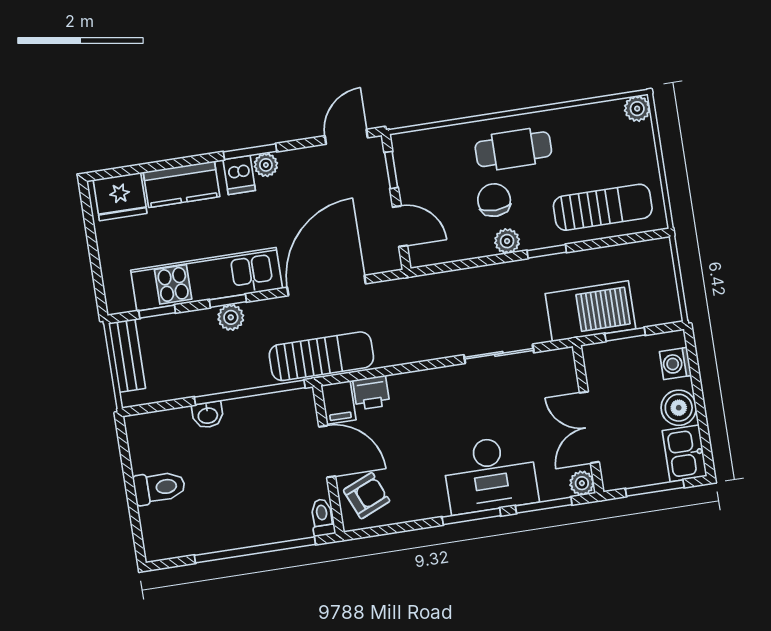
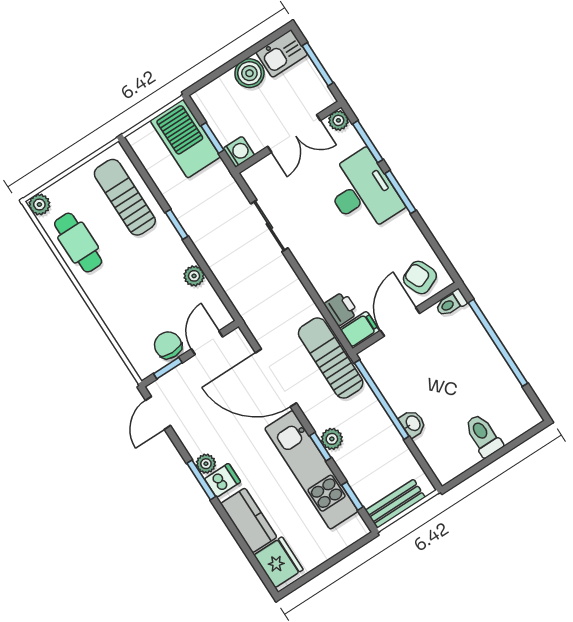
door: (346, 137) -> (158, 413), hinge flipped
cafe table: (513, 149) -> (78, 243), moved
chair: (494, 200) -> (168, 345), moved, turned 91
plant: (507, 241) -> (194, 276), moved
barbecue: (590, 311) -> (185, 139), moved
washing machine: (675, 364) -> (239, 152), moved, turned -90

